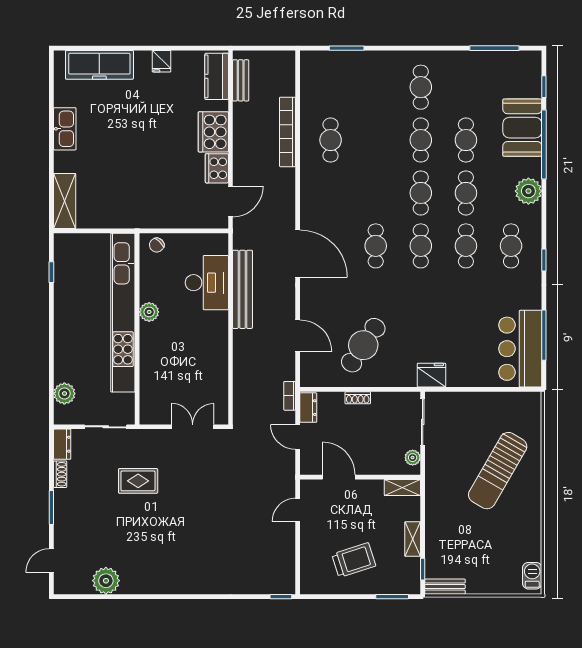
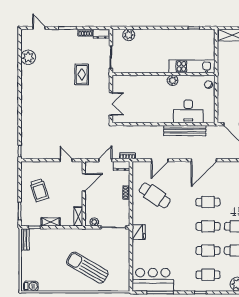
kitchen unit: (123, 313) -> (192, 66), width x0.54

